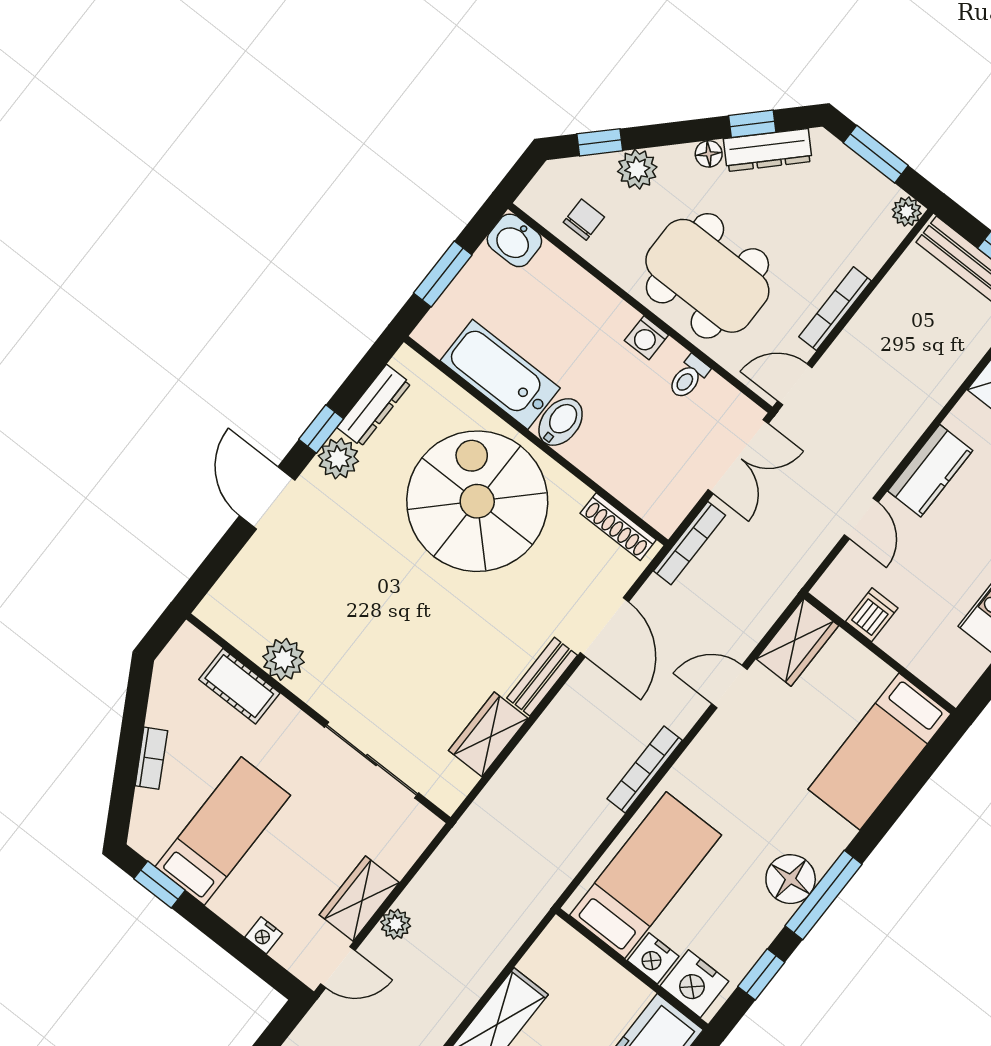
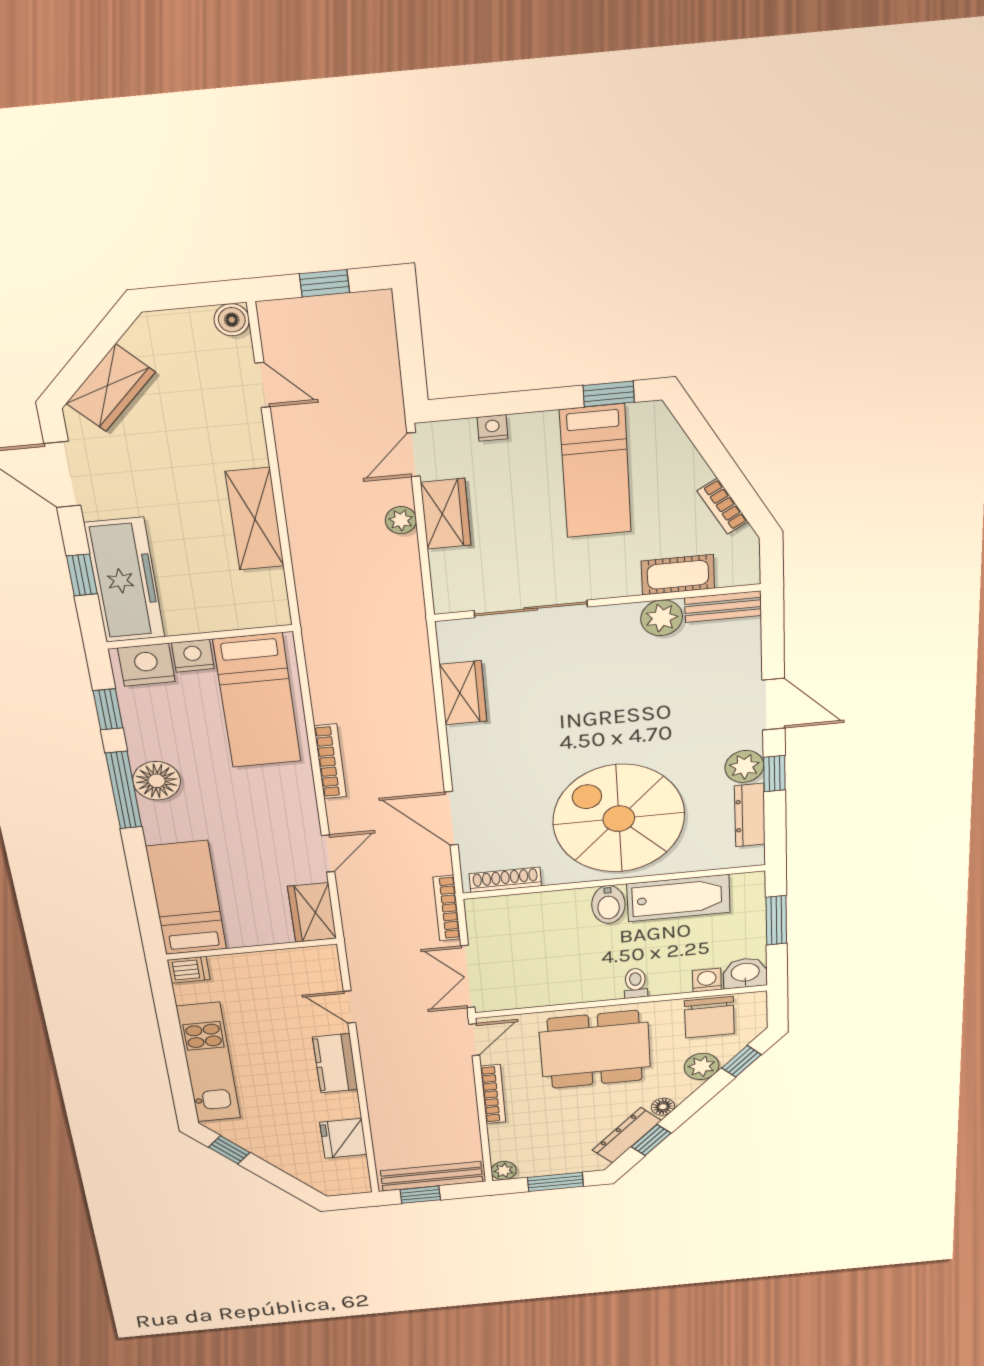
chair: (584, 220) -> (709, 1017), width x1.87, depth x1.87
washing machine: (646, 338) -> (707, 980), moved
toilet: (688, 377) -> (635, 983), moved
spiral stairs: (477, 501) -> (619, 819), turned 180
dishwasher: (872, 615) -> (189, 970), moved, turned -90
bench: (542, 677) -> (723, 607), moved, turned 90
bookcase: (151, 758) -> (723, 506), moved

